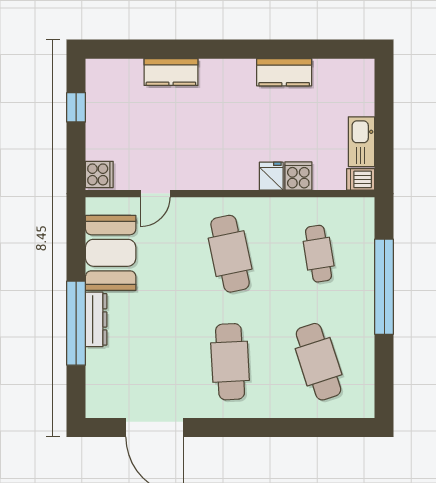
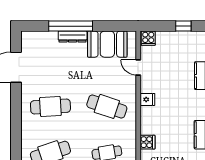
fridge: (271, 176) -> (147, 99), moved
cafe table: (230, 254) -> (107, 106), turned 30

